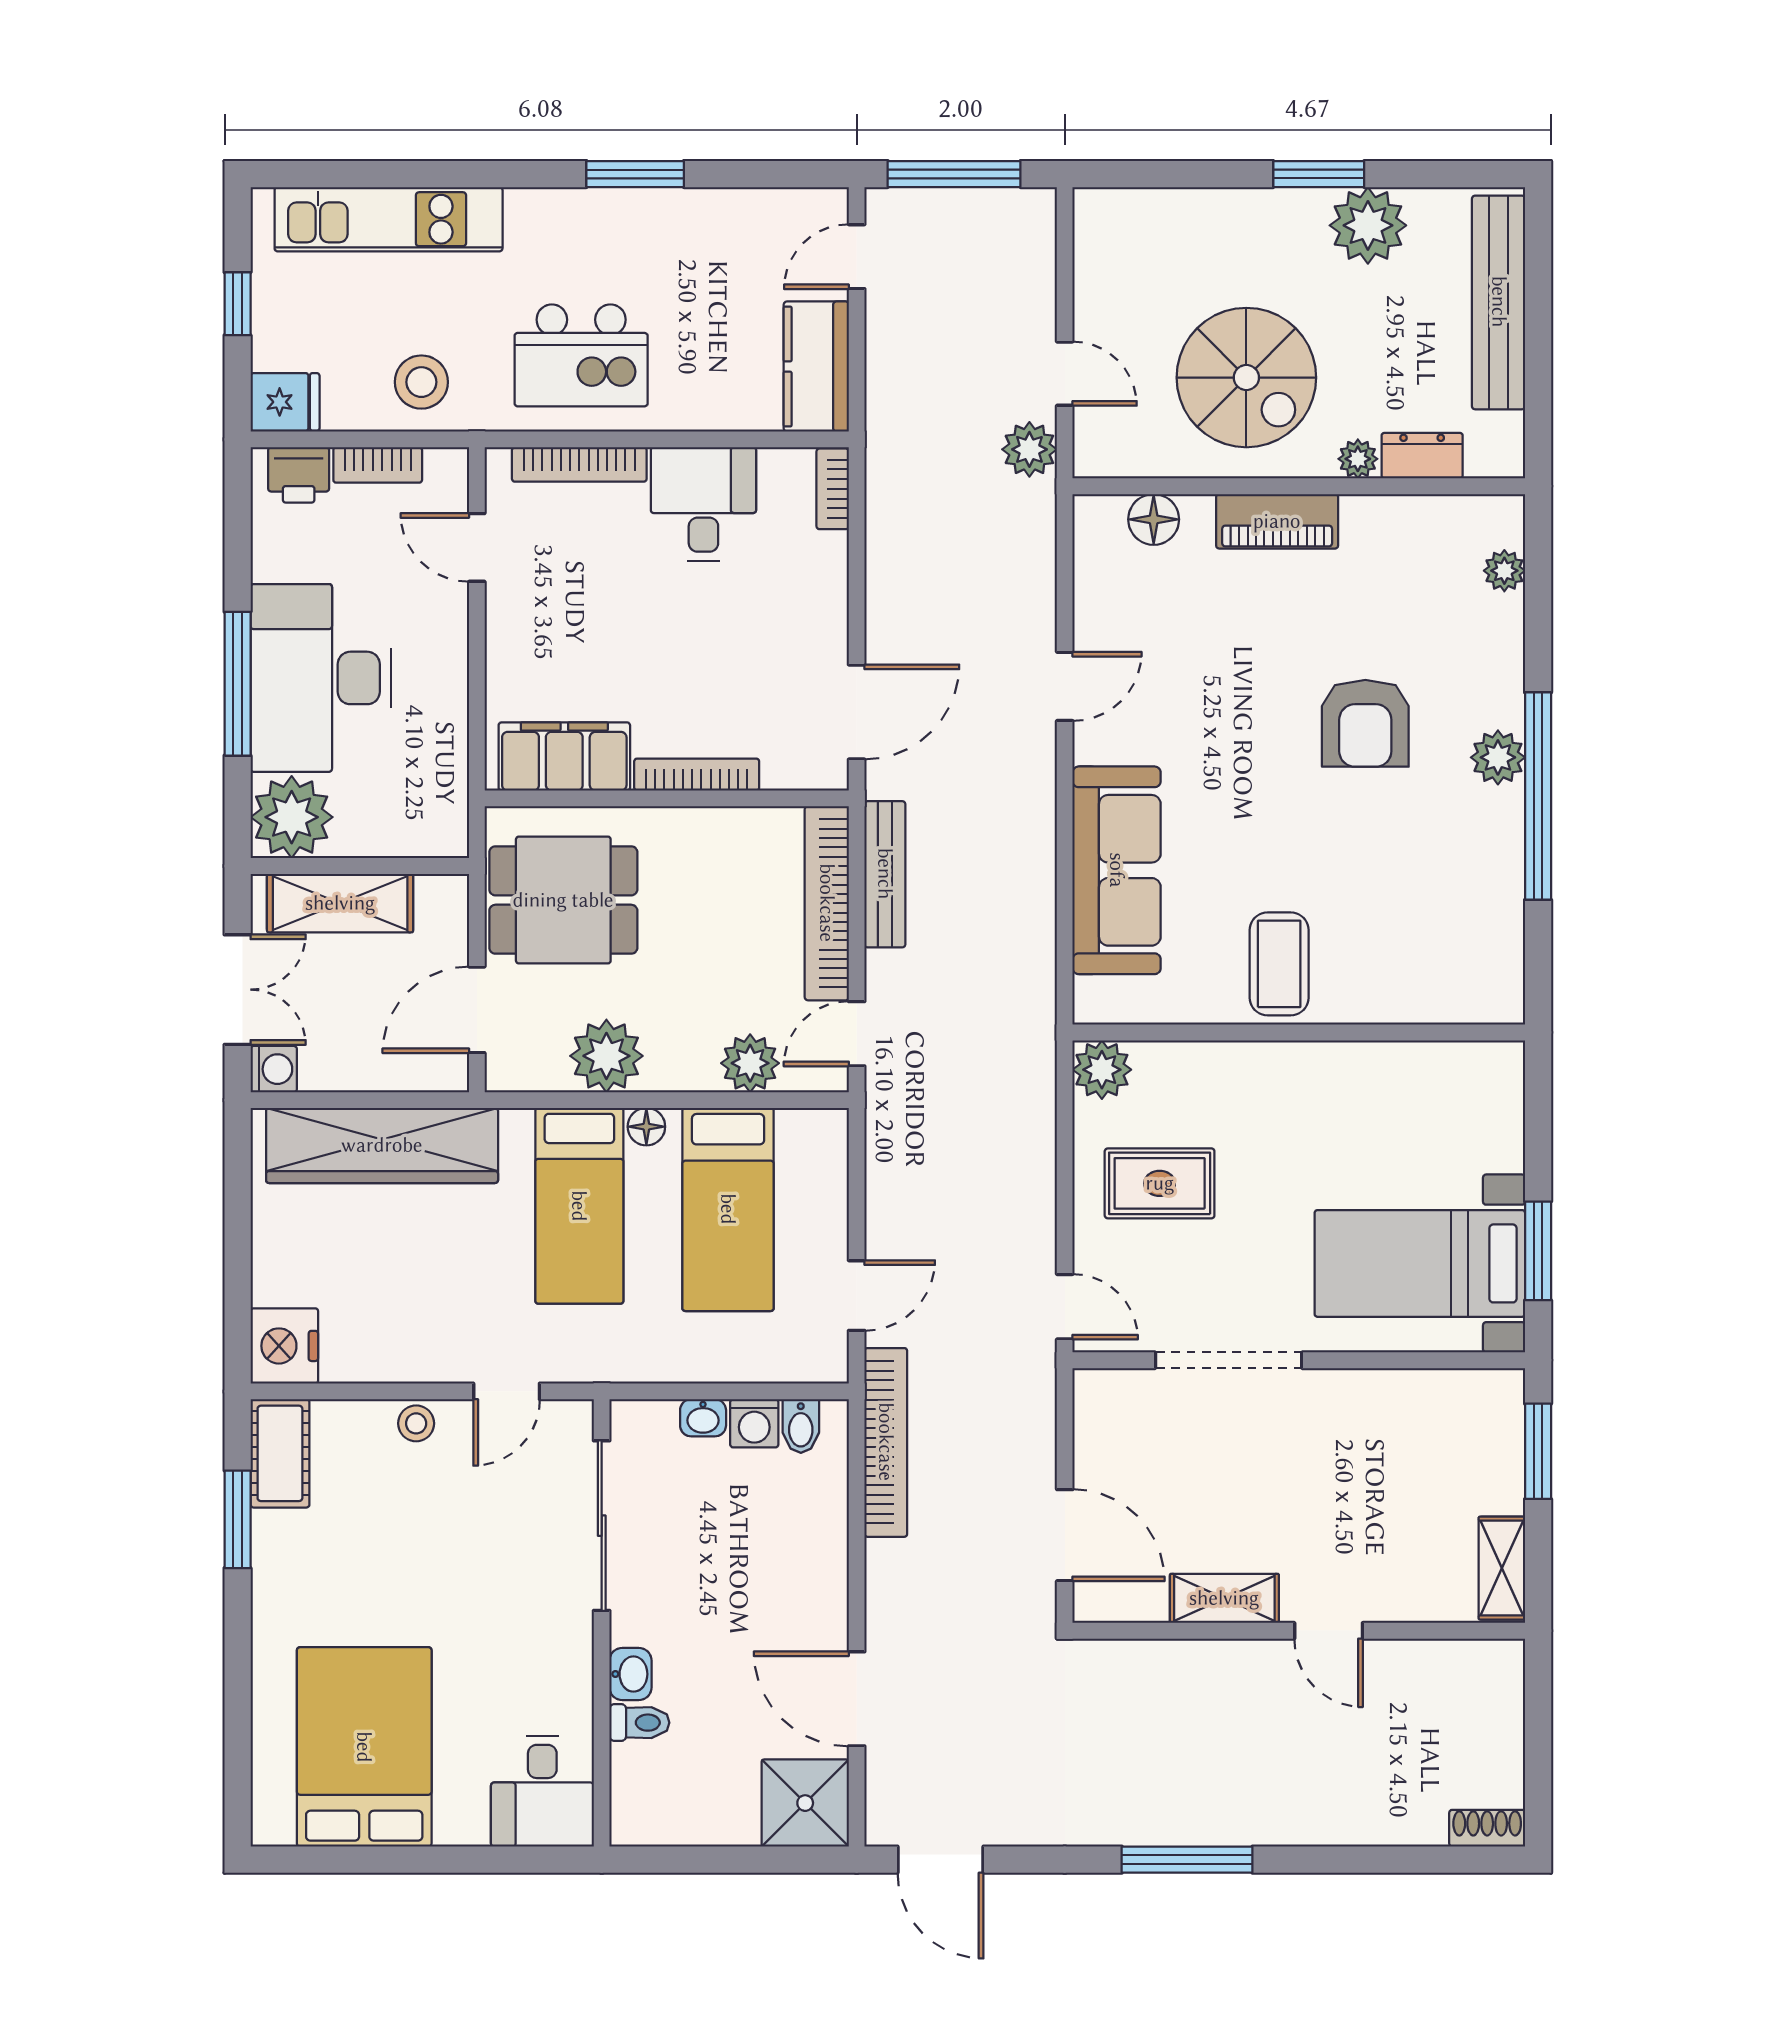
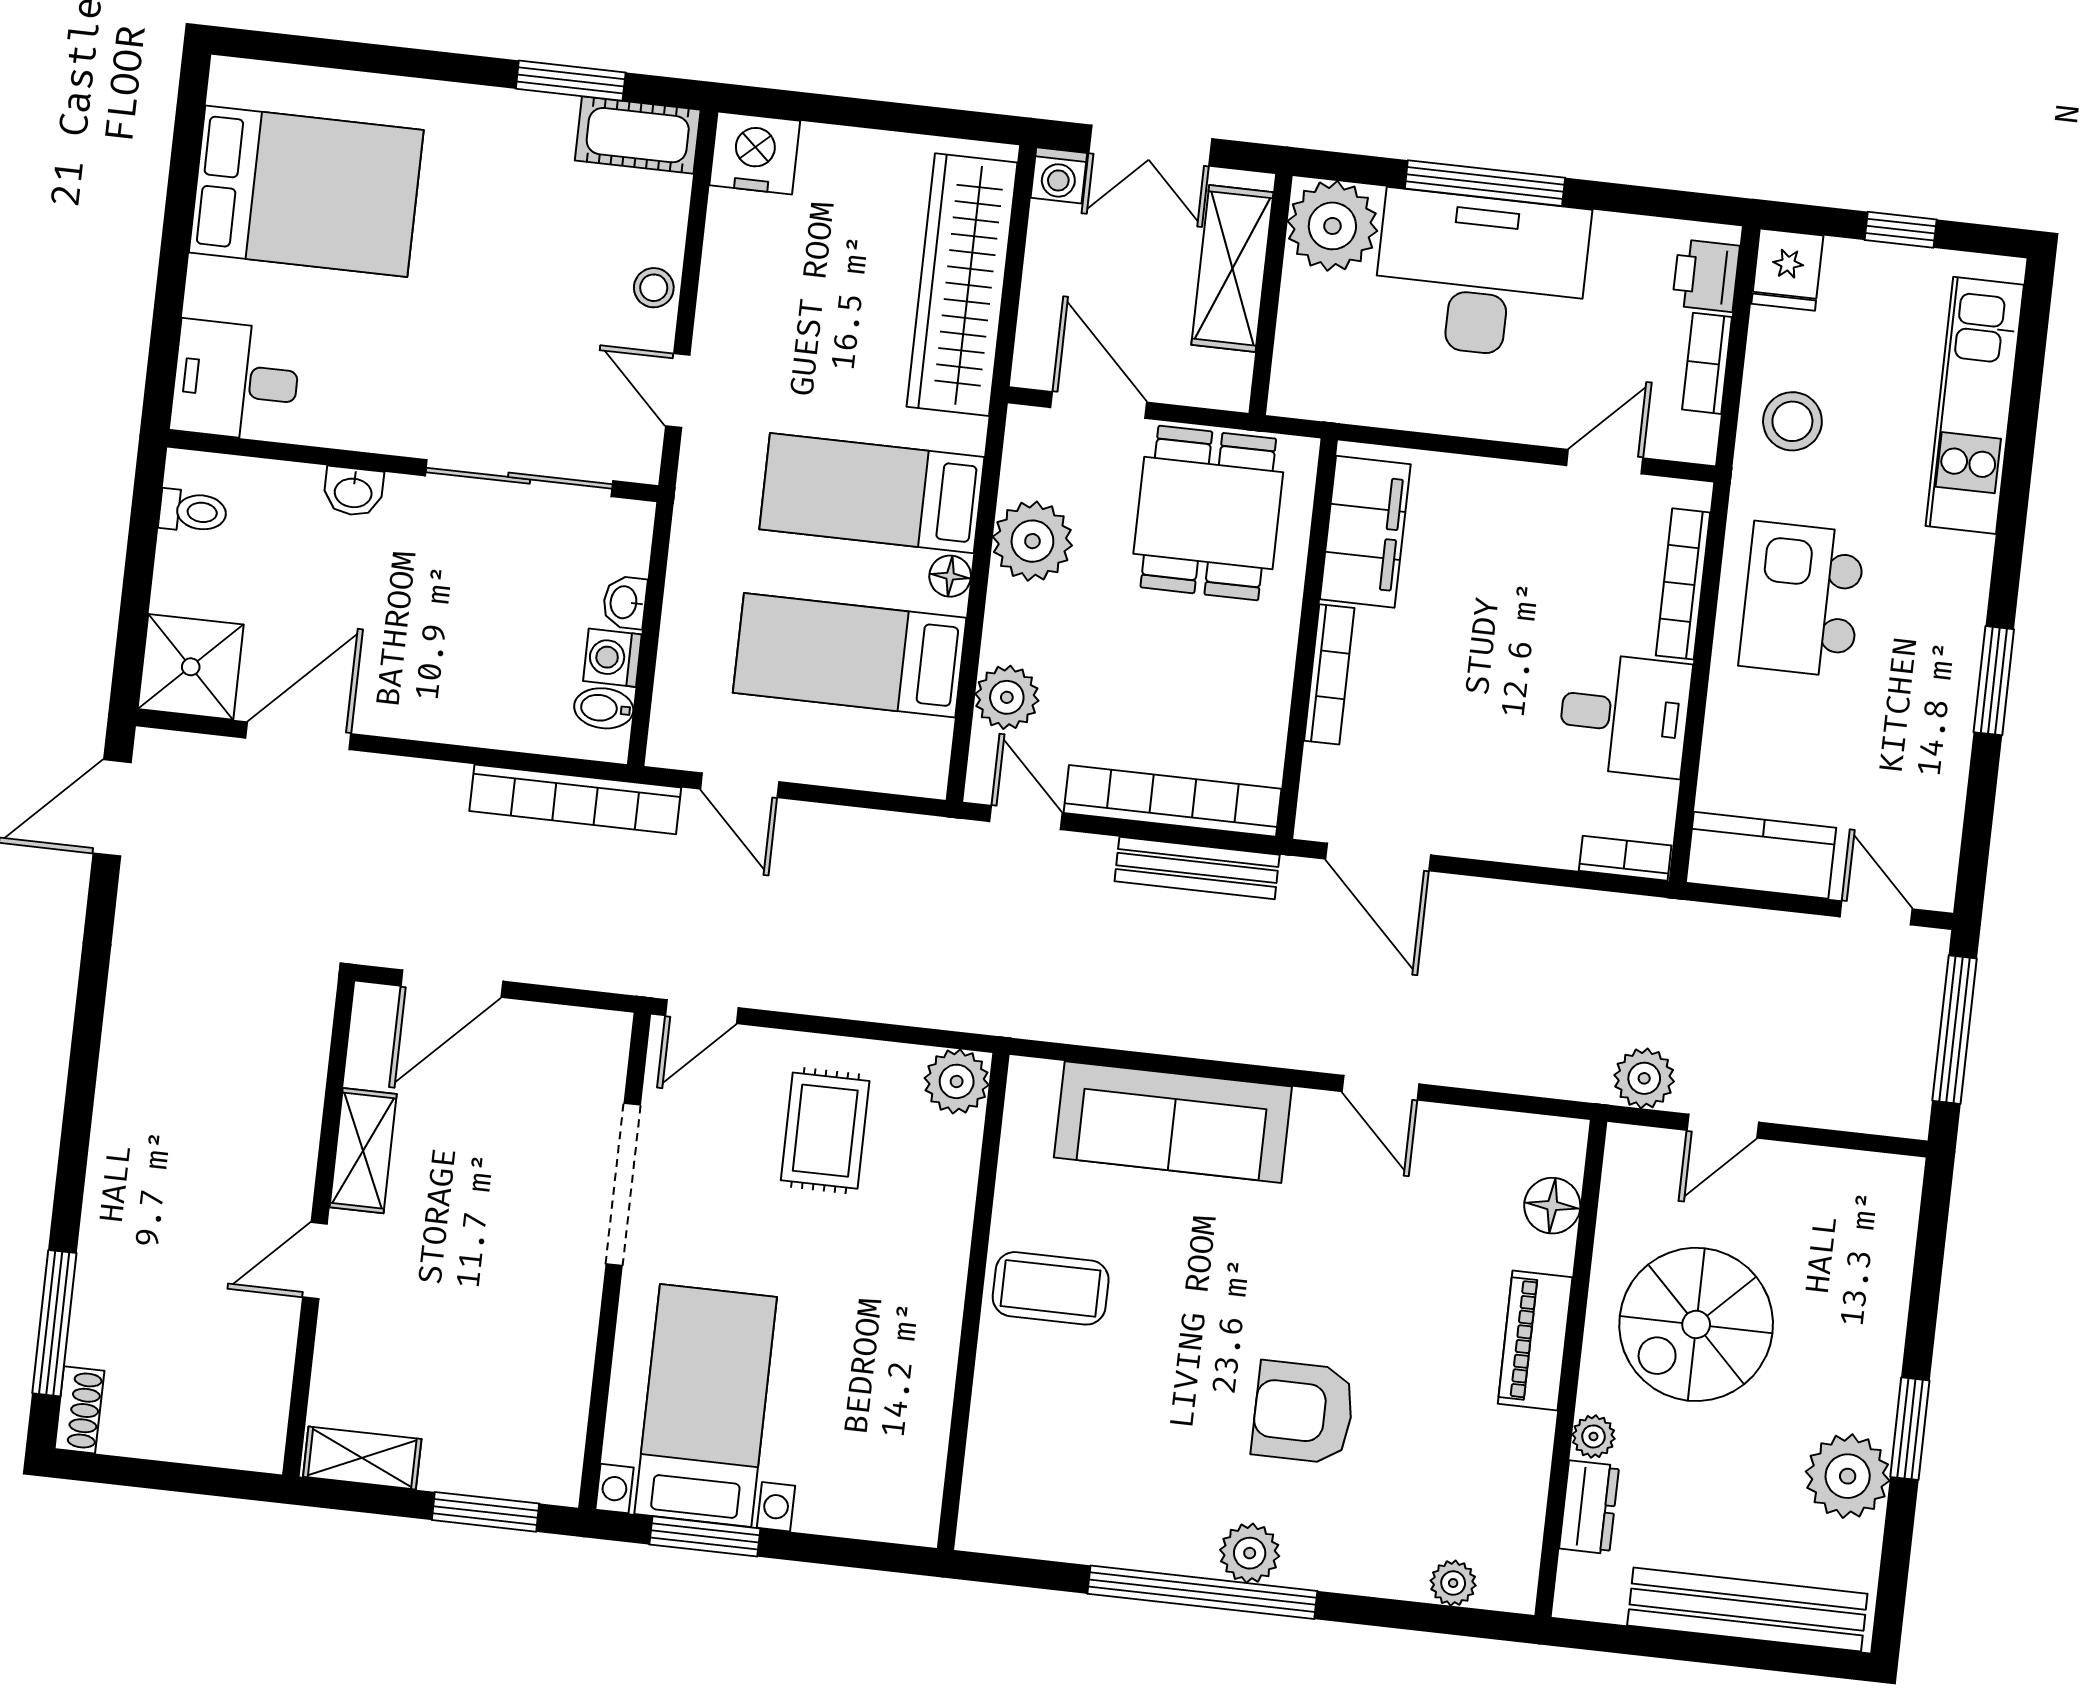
toilet: (639, 1723) -> (193, 511), moved, turned -90
window: (1187, 1860) -> (54, 1323), moved

